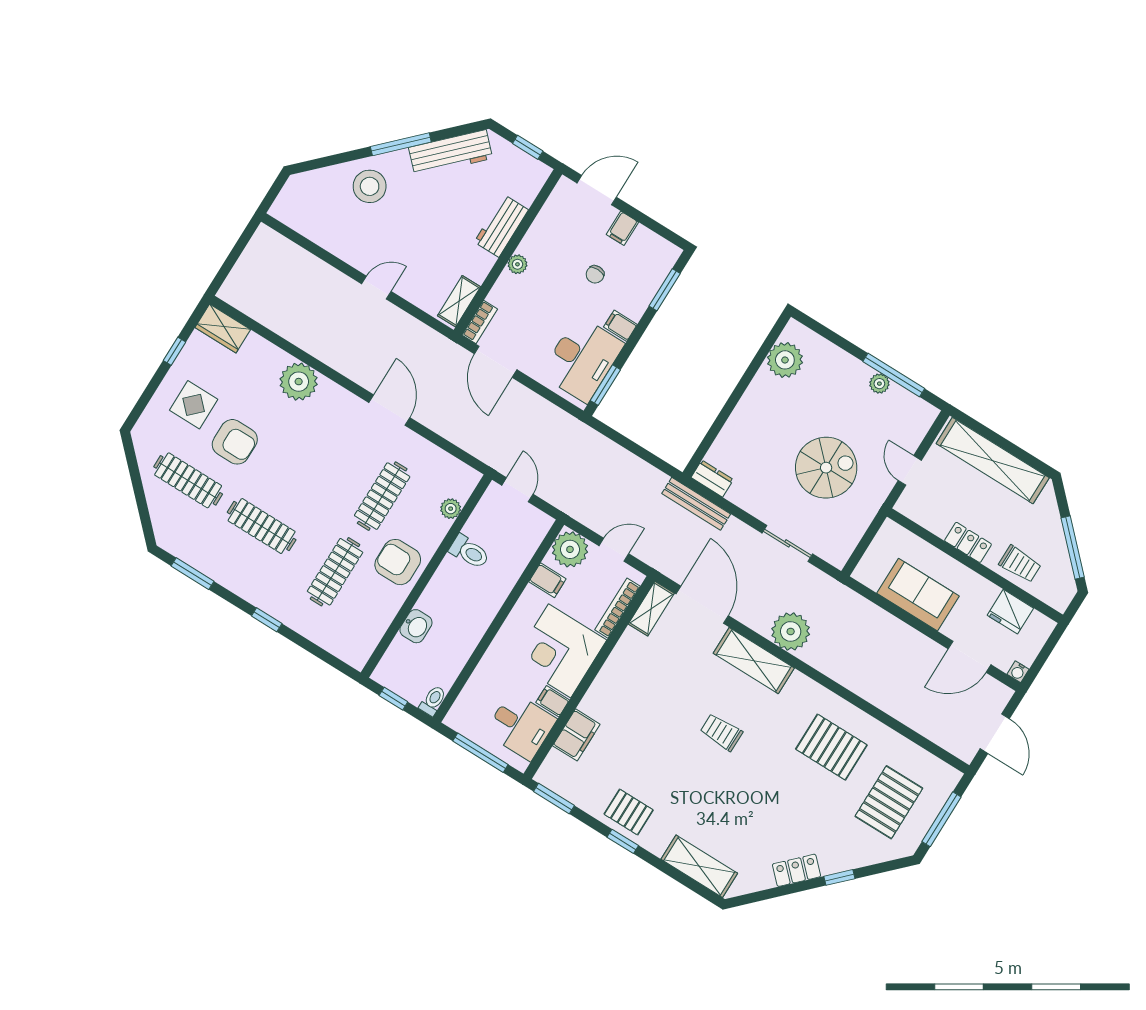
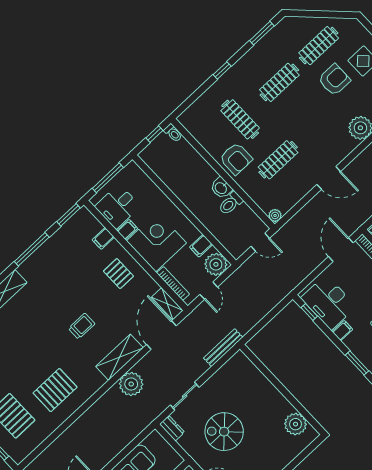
door: (496, 362) -> (341, 250), hinge flipped
window: (605, 385) -> (309, 312), width x0.67
armchair: (235, 442) -> (334, 80), turned 180
spiral stairs: (826, 468) -> (224, 432), turned 90
dresser: (712, 479) -> (172, 428), moved, turned -90
clothes rail: (382, 496) -> (278, 160), turned 90
plant: (451, 509) -> (275, 215), moved
armchair: (398, 562) -> (236, 159), turned 90
door: (702, 605) -> (161, 335), swing flipped
washbasin: (416, 626) -> (221, 188), moved
toilet: (433, 701) -> (173, 133), moved
filing cabinet: (576, 735) -> (103, 238), width x0.50
pallet: (629, 812) -> (118, 274), moved, turned 90
window: (623, 841) -> (32, 249), width x2.17

